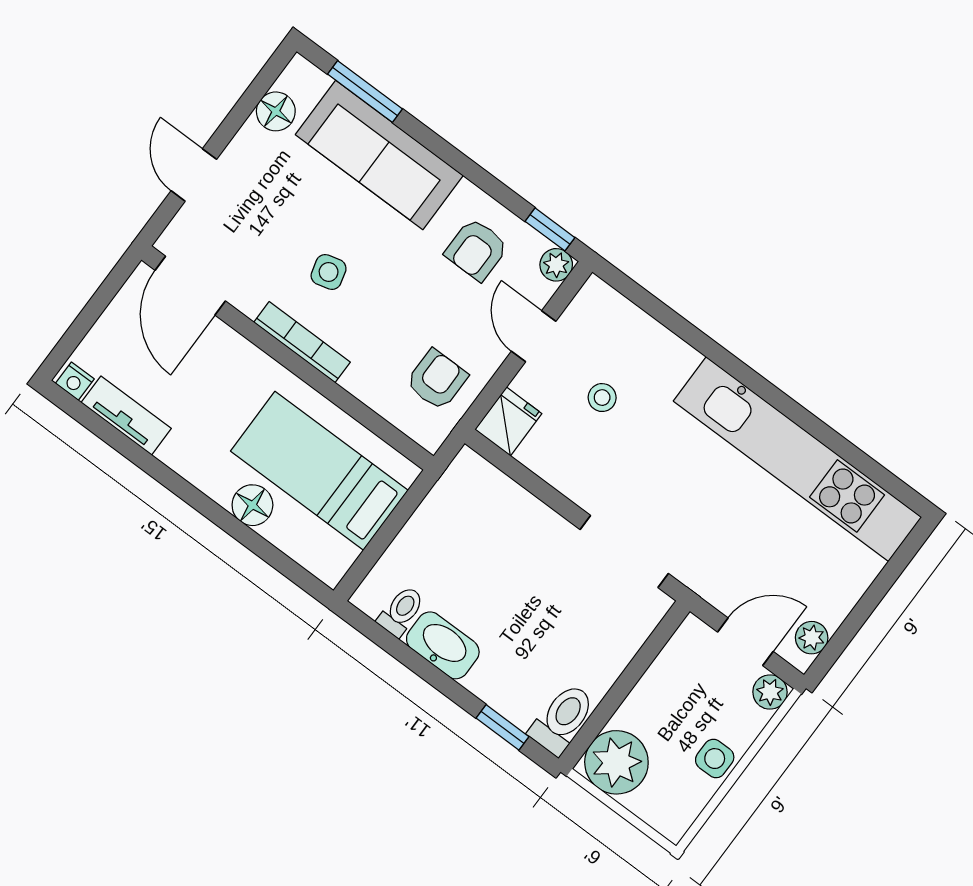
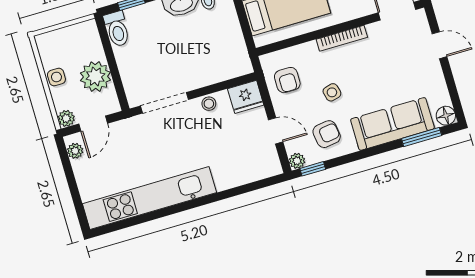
floor lamp: (276, 111) -> (446, 116), moved
armchair: (476, 250) -> (327, 134), turned 82
side table: (329, 272) -> (332, 92), moved
stool: (602, 398) -> (209, 104), moved
fridge: (508, 422) -> (246, 97), width x1.38
plant: (616, 762) -> (95, 77), moved

